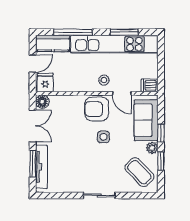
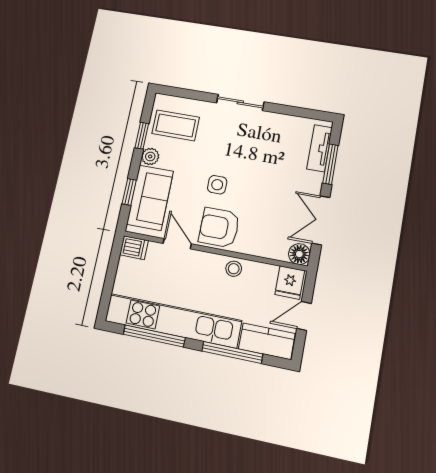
window: (124, 32) -> (154, 336), width x1.44
stool: (104, 80) -> (234, 269), moved
armchair: (97, 109) -> (219, 228), turned 180
window: (161, 133) -> (129, 192), moved
tv unit: (41, 167) -> (320, 148), width x0.71
coffee table: (139, 172) -> (176, 125), turned -46

